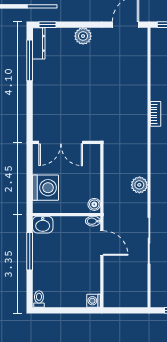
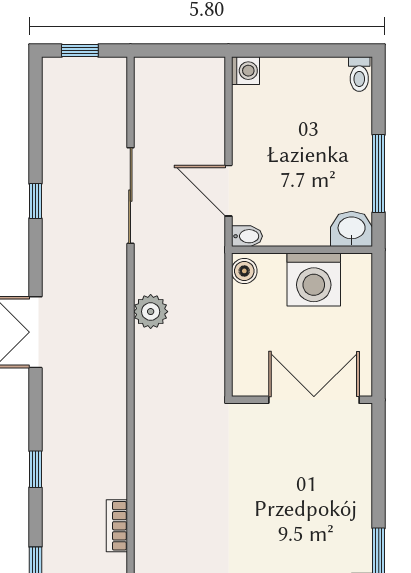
bookcase: (156, 114) -> (117, 526), moved
washing machine: (45, 188) -> (314, 279), moved, turned -90

